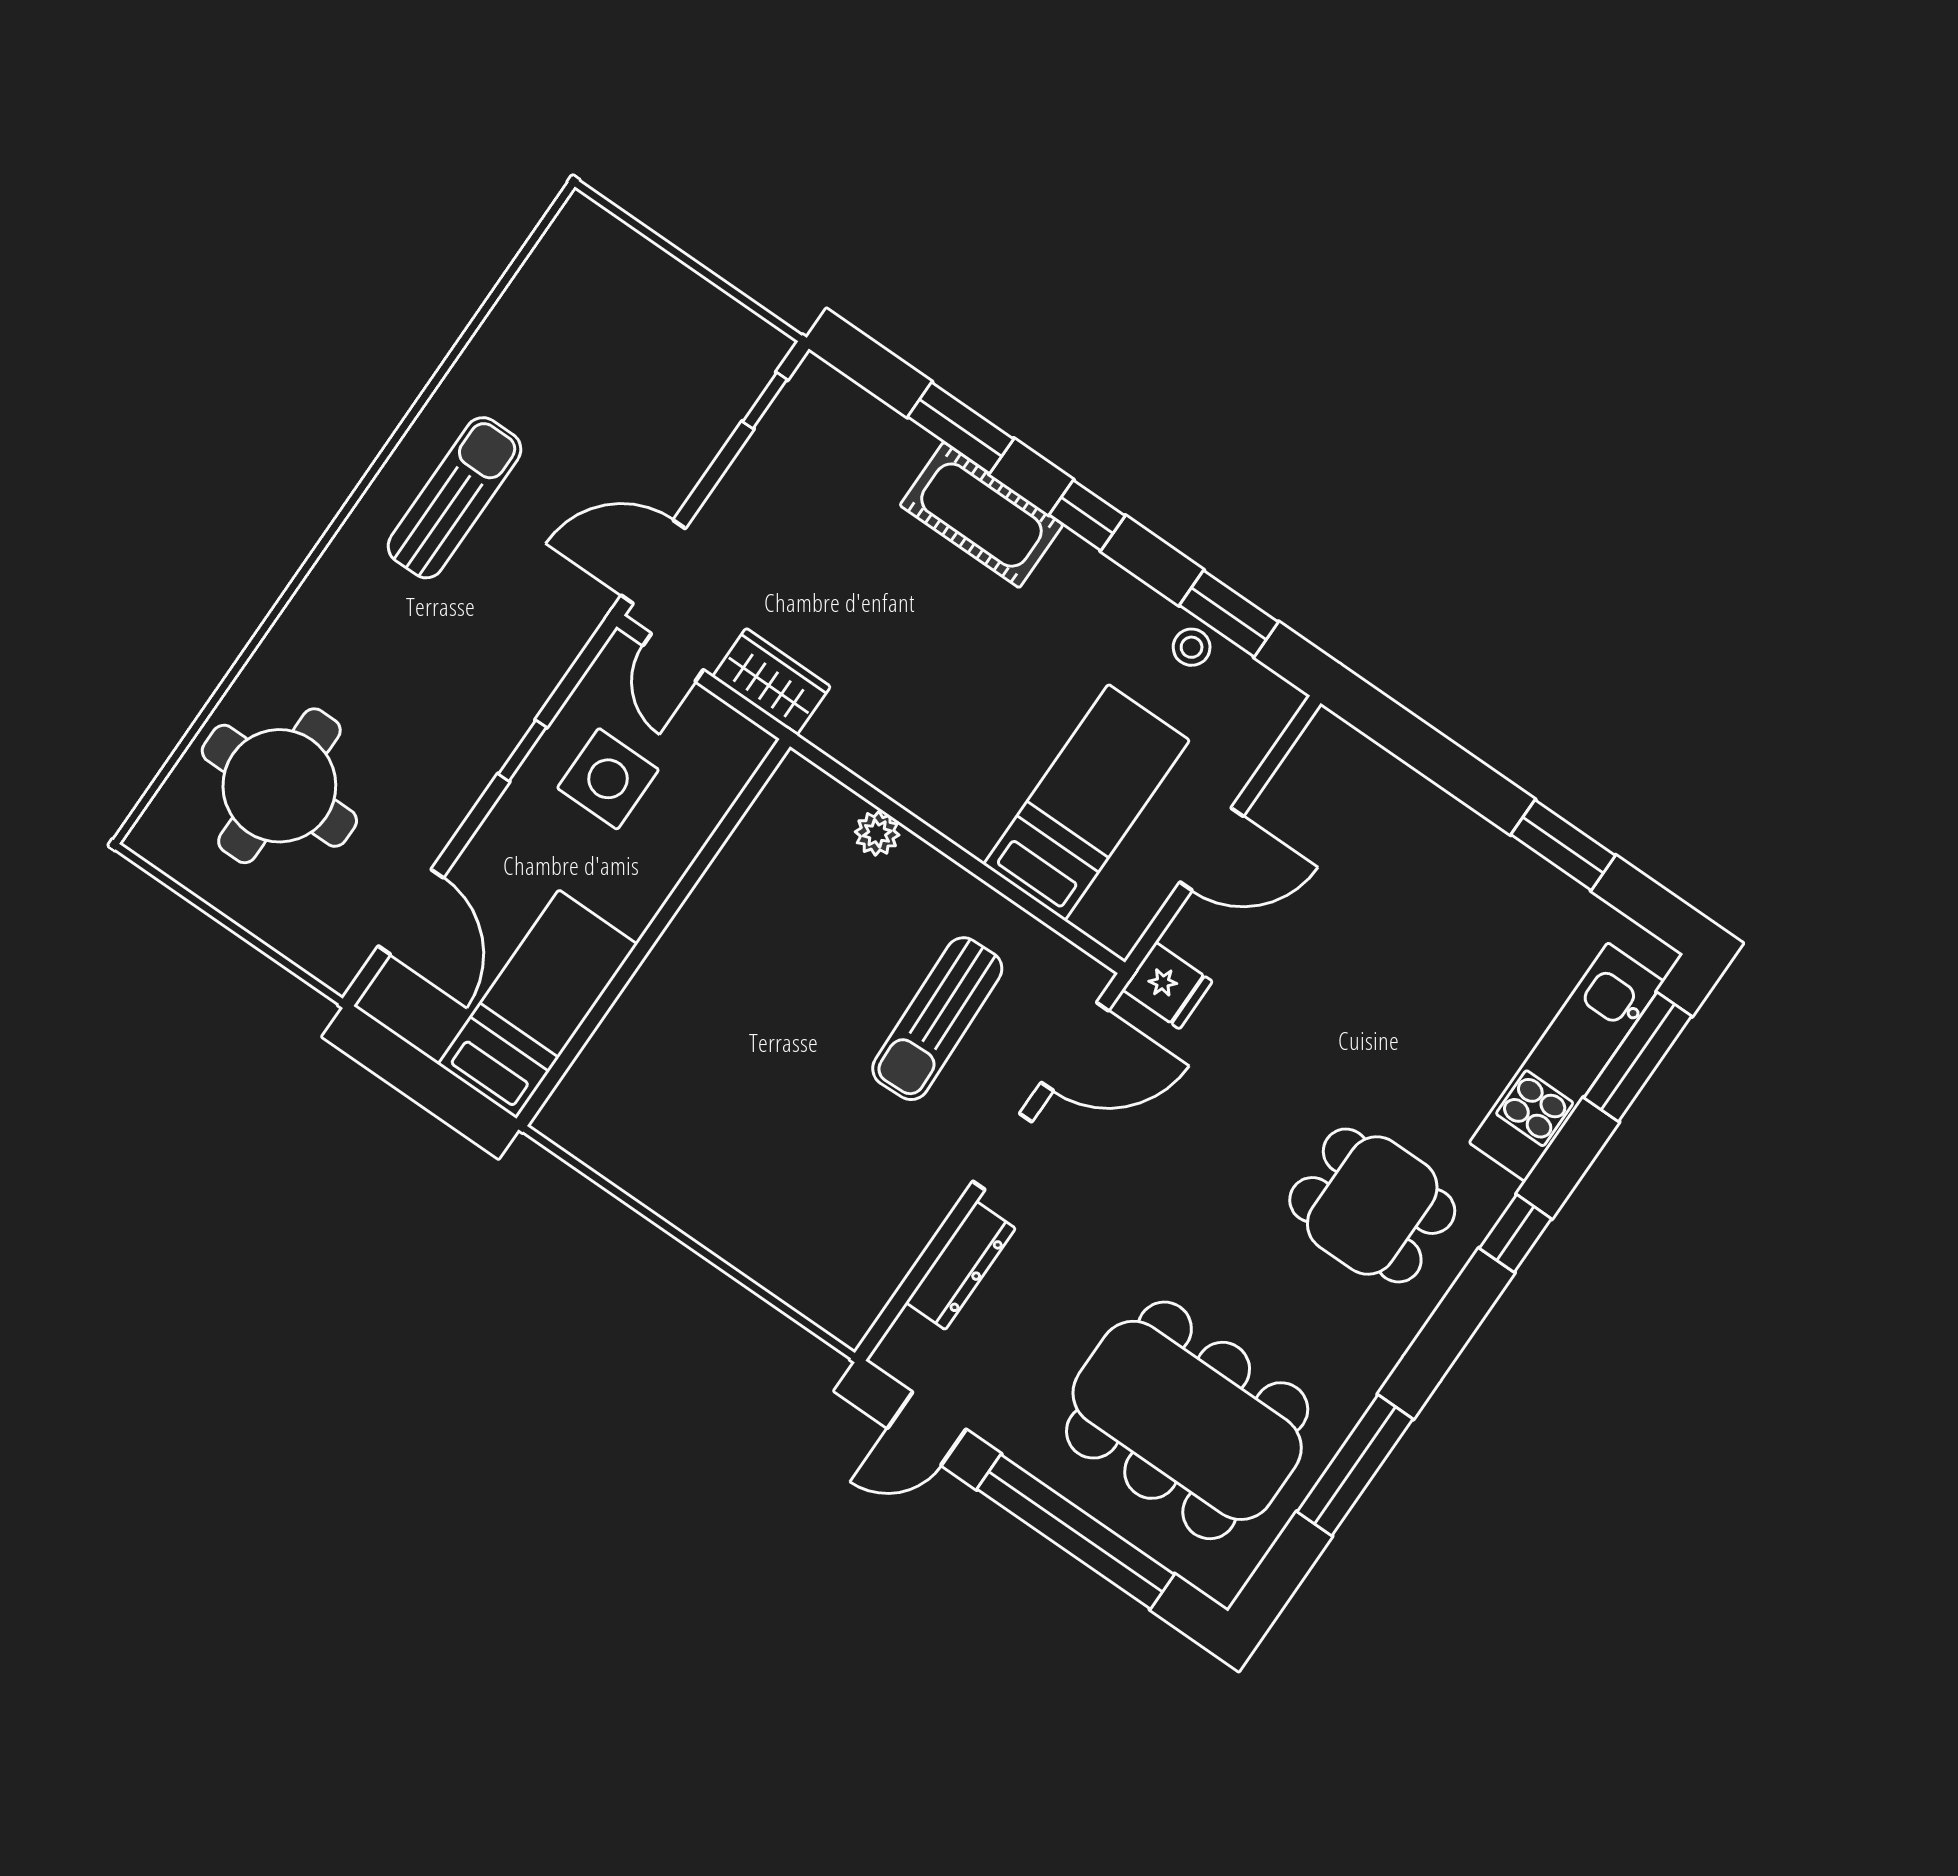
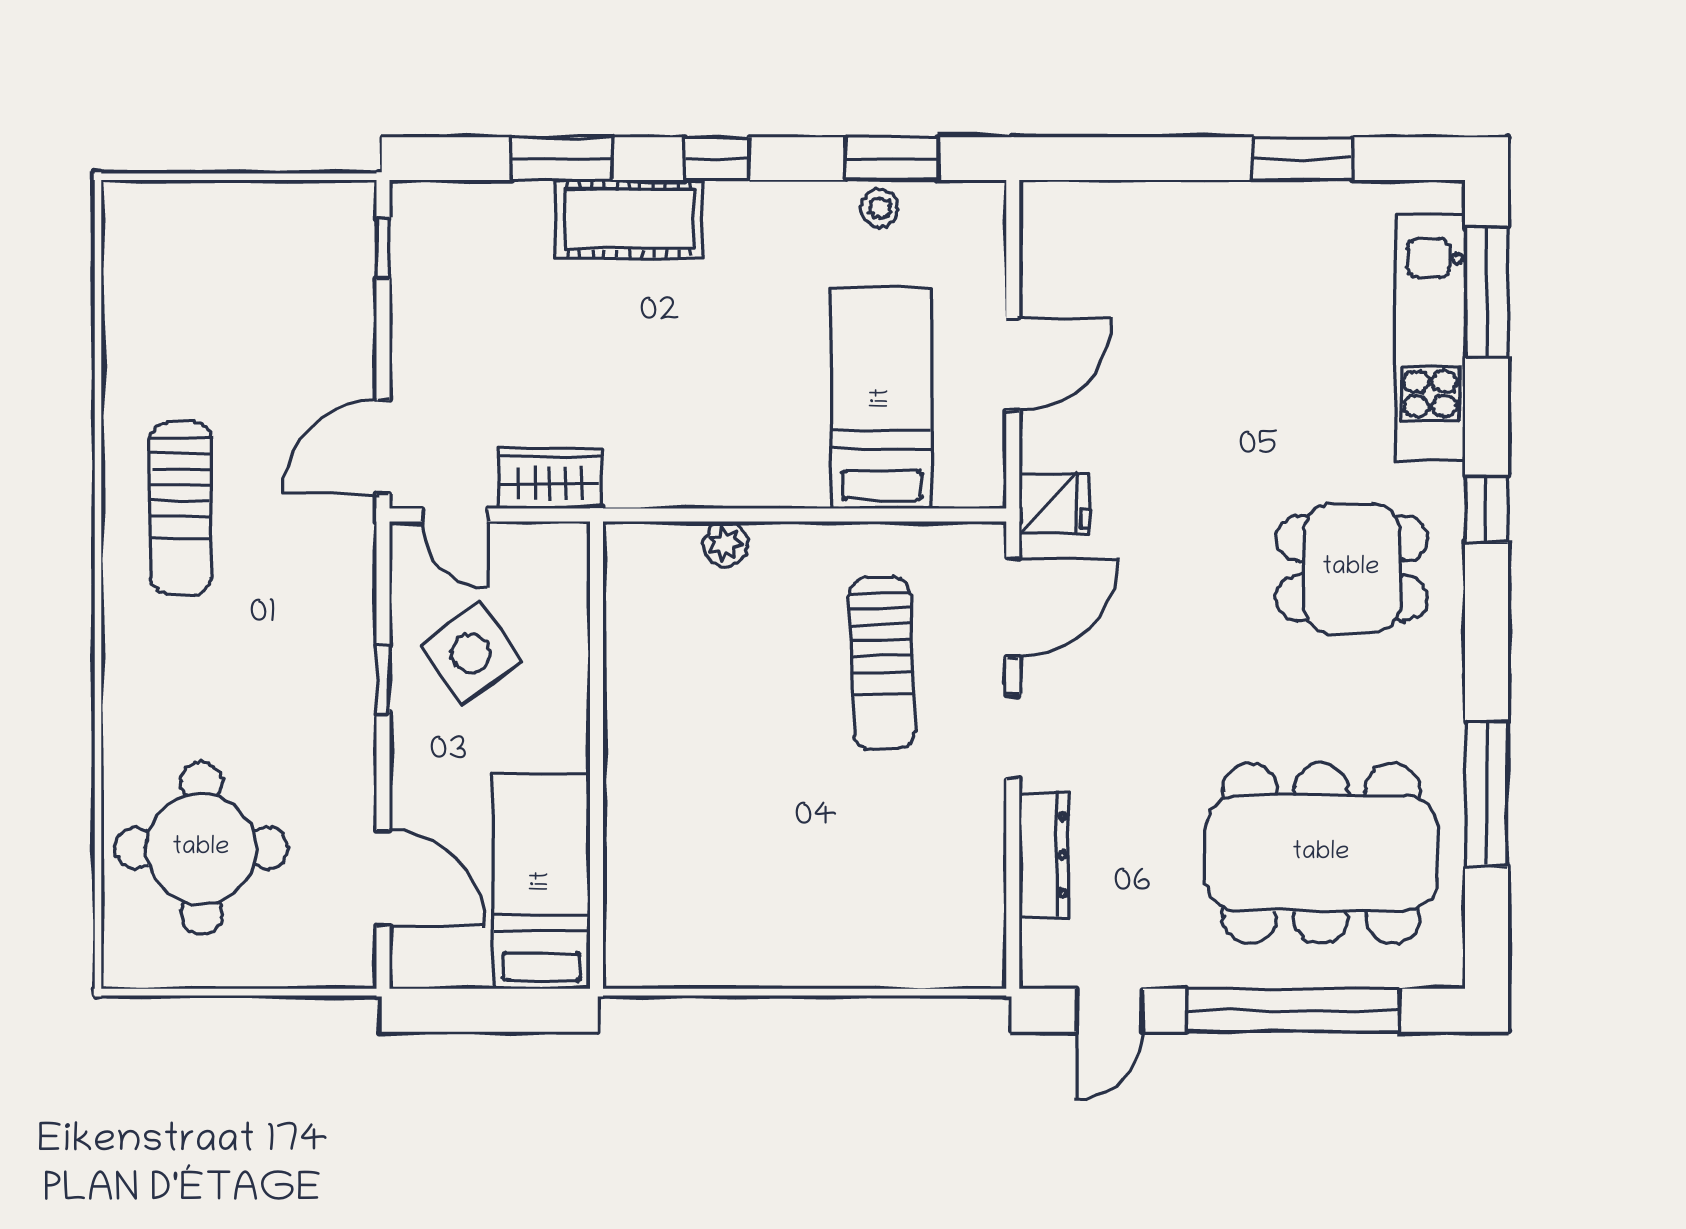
sun lounger: (455, 498) -> (181, 508), turned 180
side table: (608, 779) -> (470, 653), turned -36

